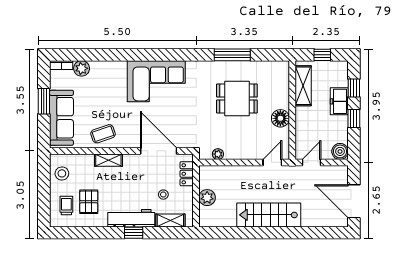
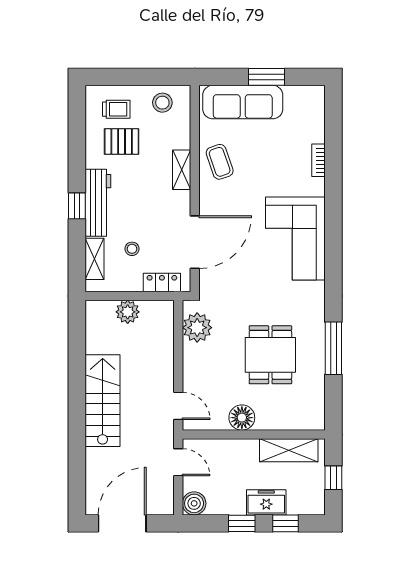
bookcase: (61, 65) -> (318, 160), moved
plant: (82, 68) -> (314, 131), removed
plant: (218, 154) -> (197, 328), width x1.87, depth x1.87

